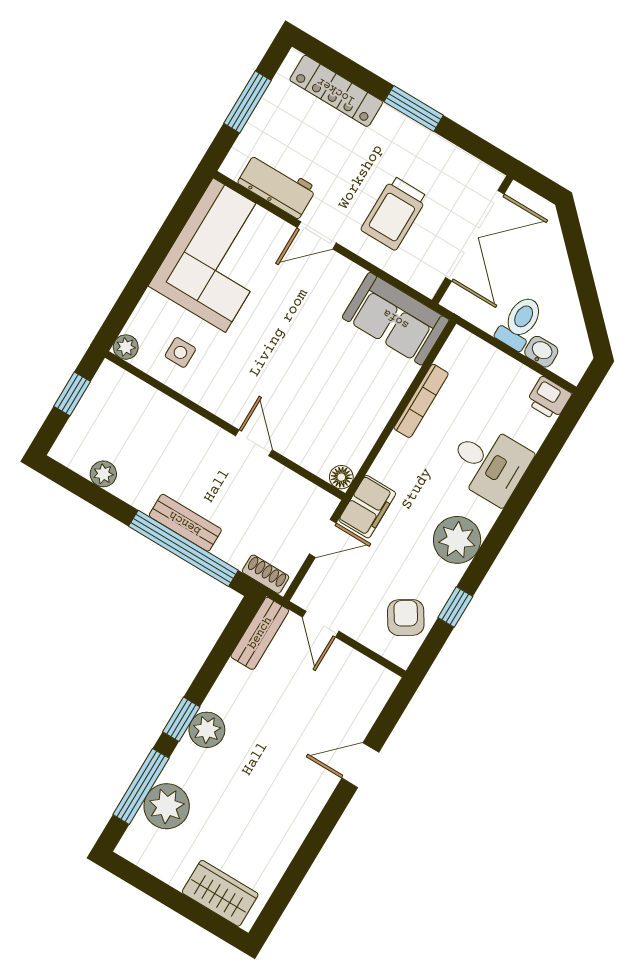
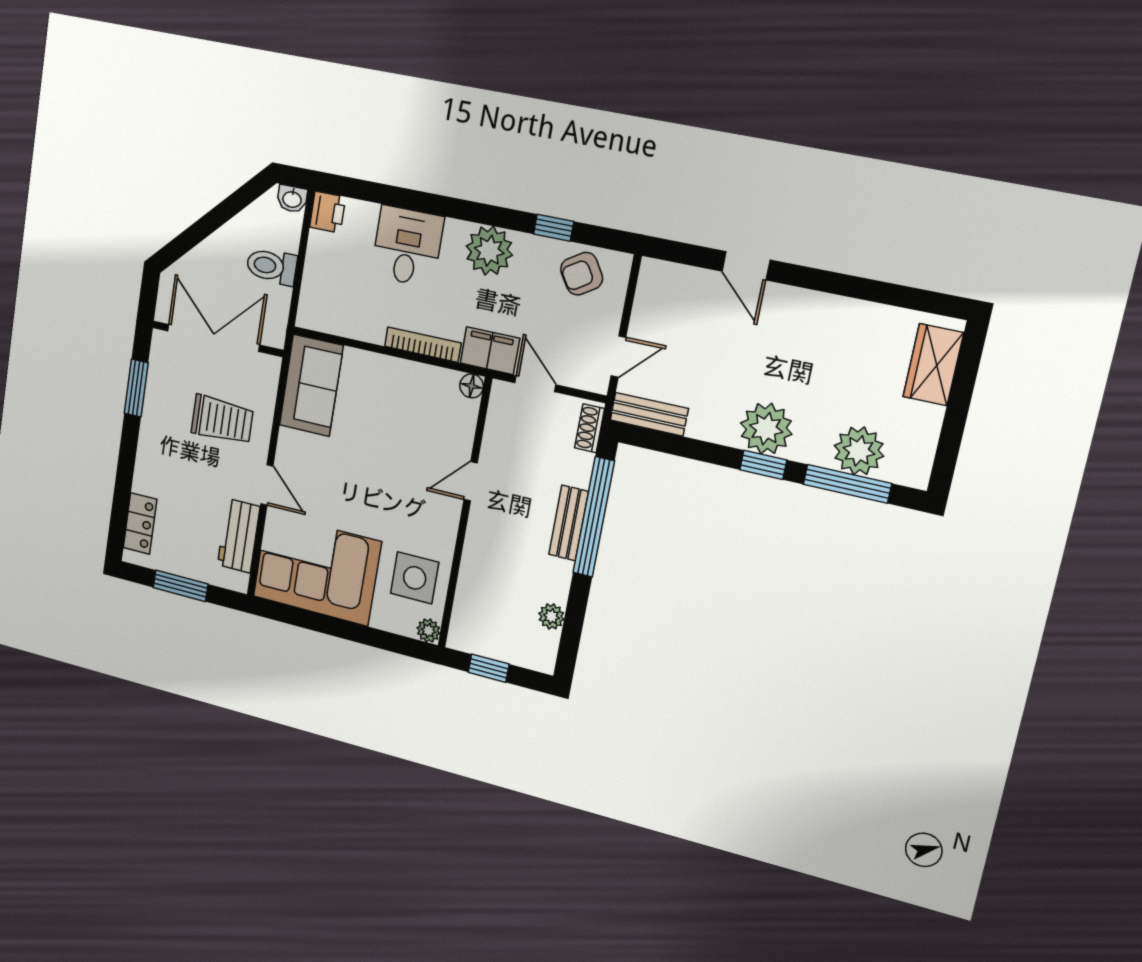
locker: (336, 91) -> (140, 524), width x0.66
window: (414, 109) -> (136, 388), moved
side table: (180, 352) -> (415, 578), width x1.87, depth x1.87
washbasin: (541, 352) -> (292, 199), moved, turned -90
bookcase: (421, 401) -> (423, 345), moved
plant: (207, 730) -> (766, 429), width x1.36, depth x1.36

